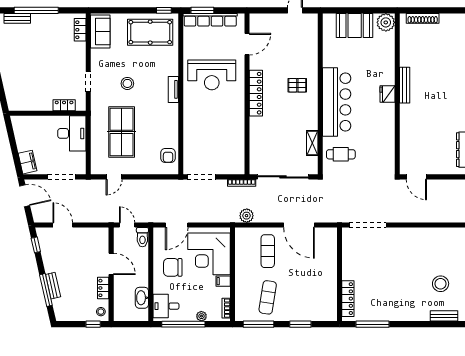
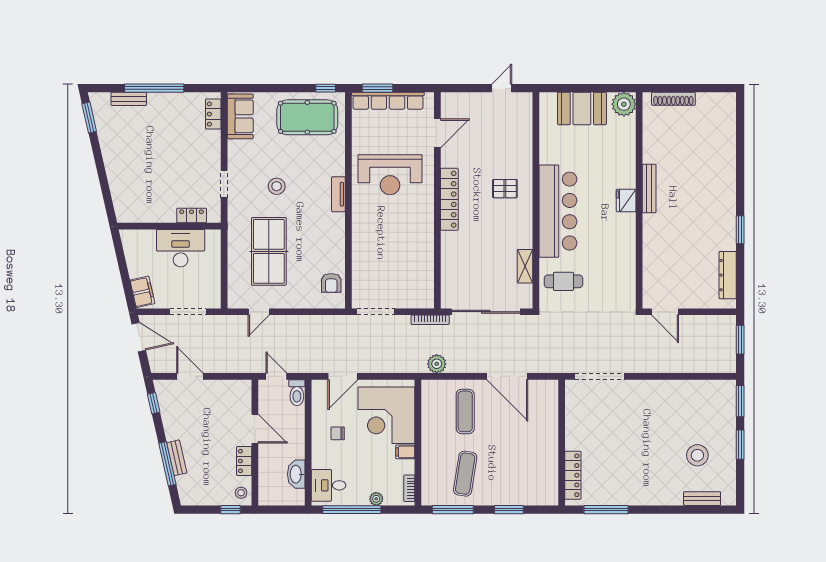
desk: (72, 133) -> (181, 248), moved, turned -90
chair: (173, 267) -> (338, 433), width x0.54, depth x0.54

